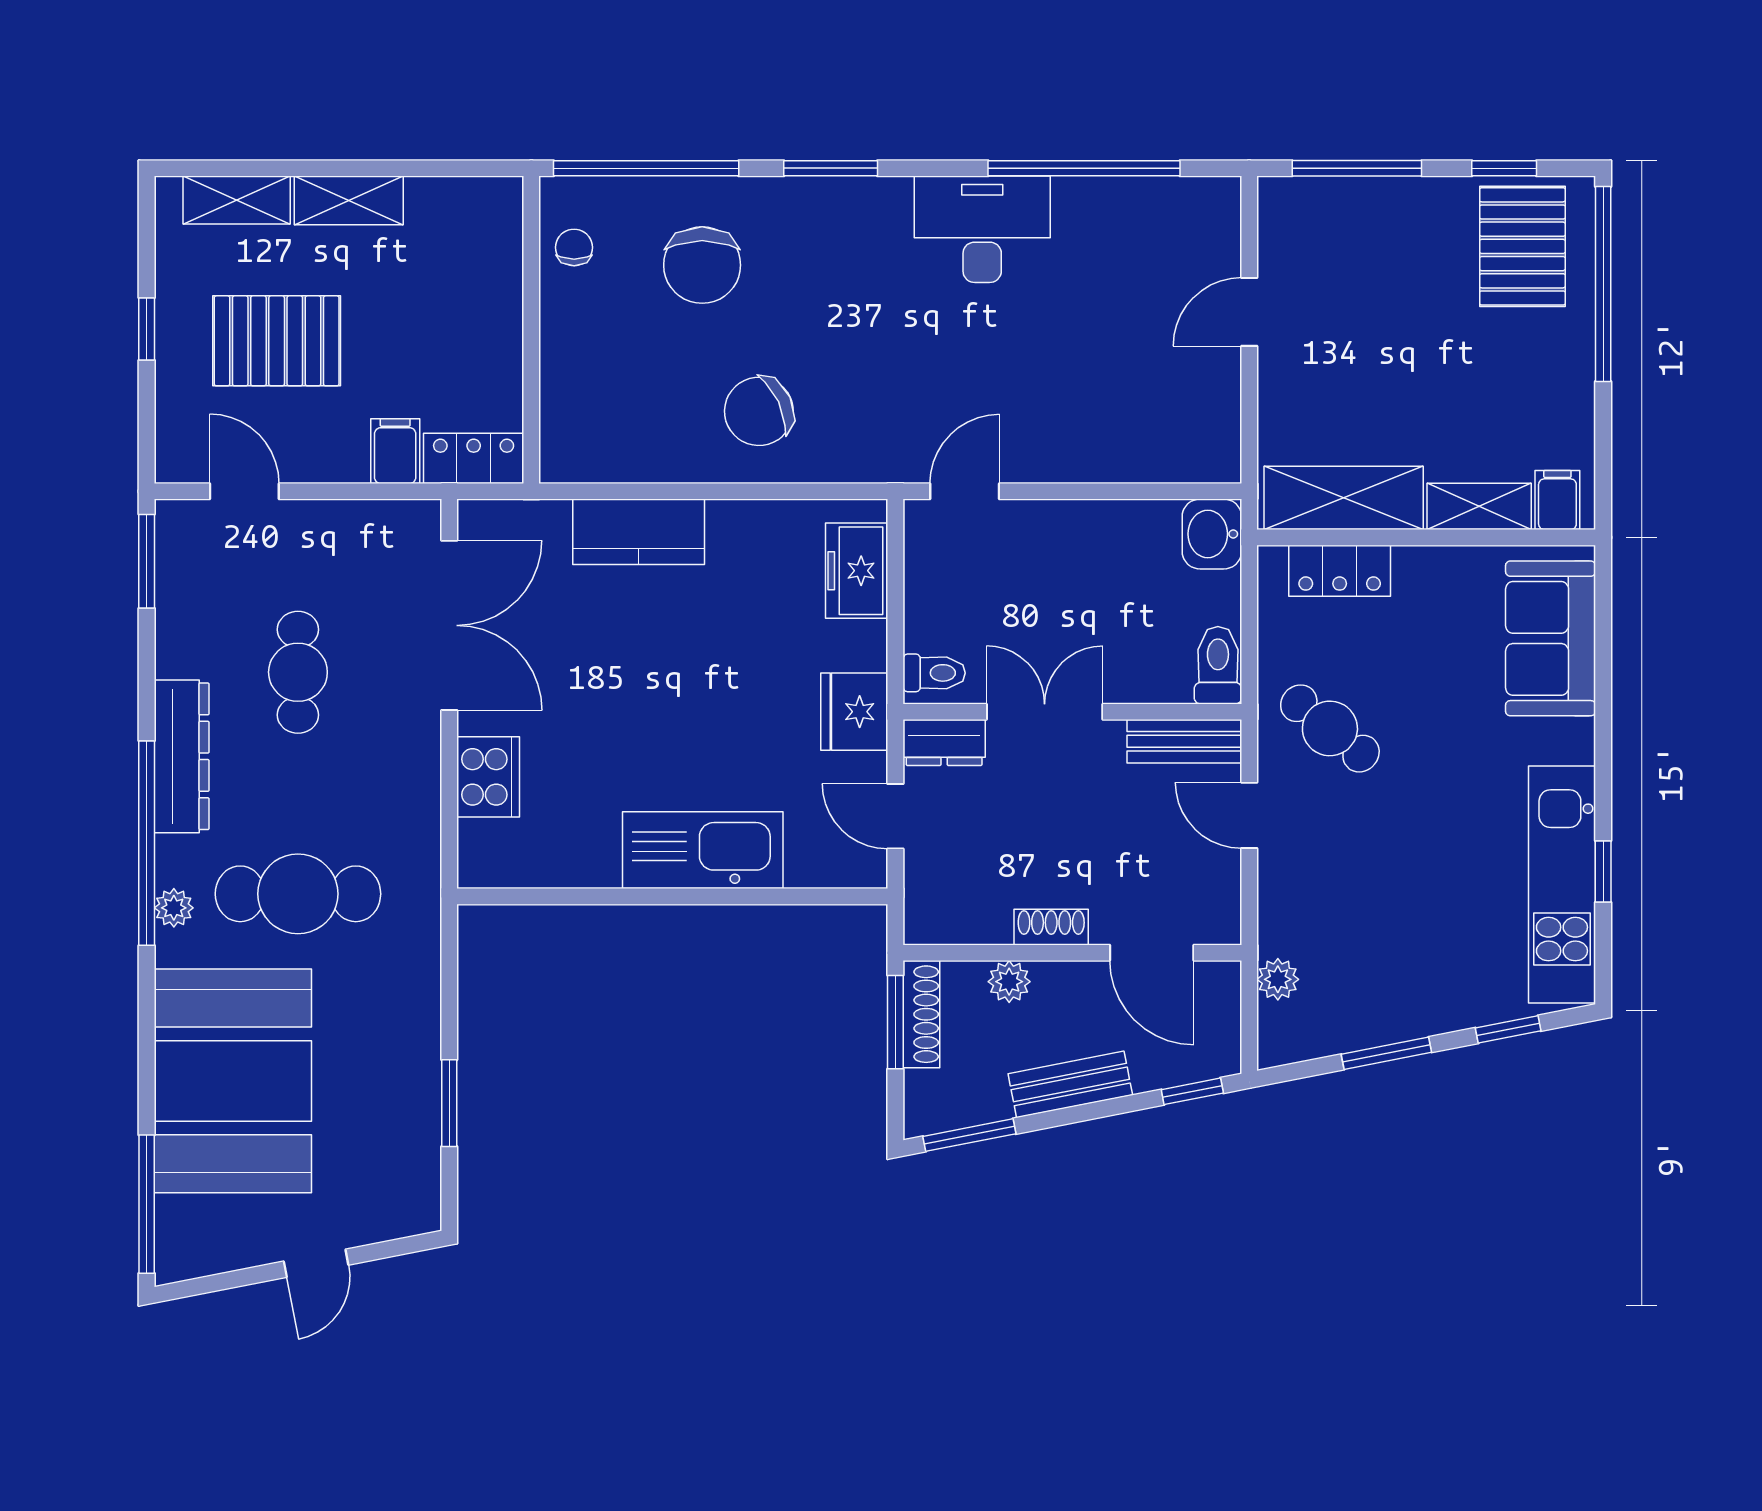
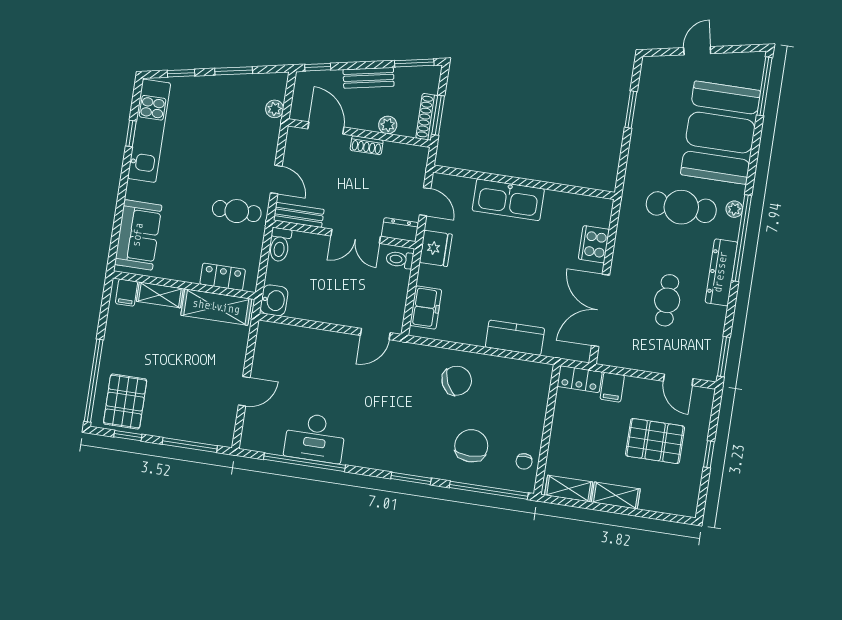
shelving: (237, 200) -> (569, 489), moved
desk: (982, 229) -> (315, 438), moved
cafe table: (1330, 728) -> (237, 211), turned -39

